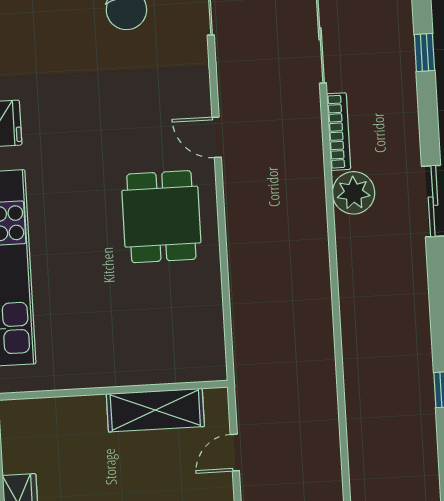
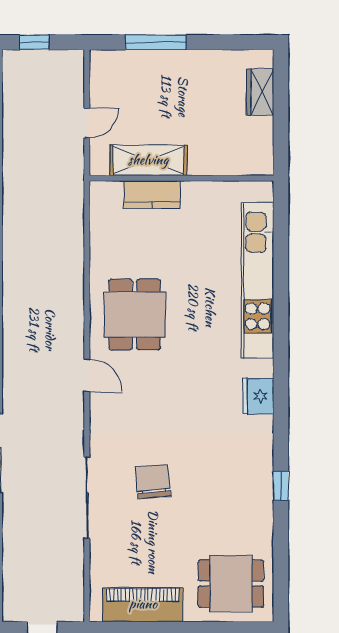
kitchen counter: (148, 368) -> (152, 195), added

